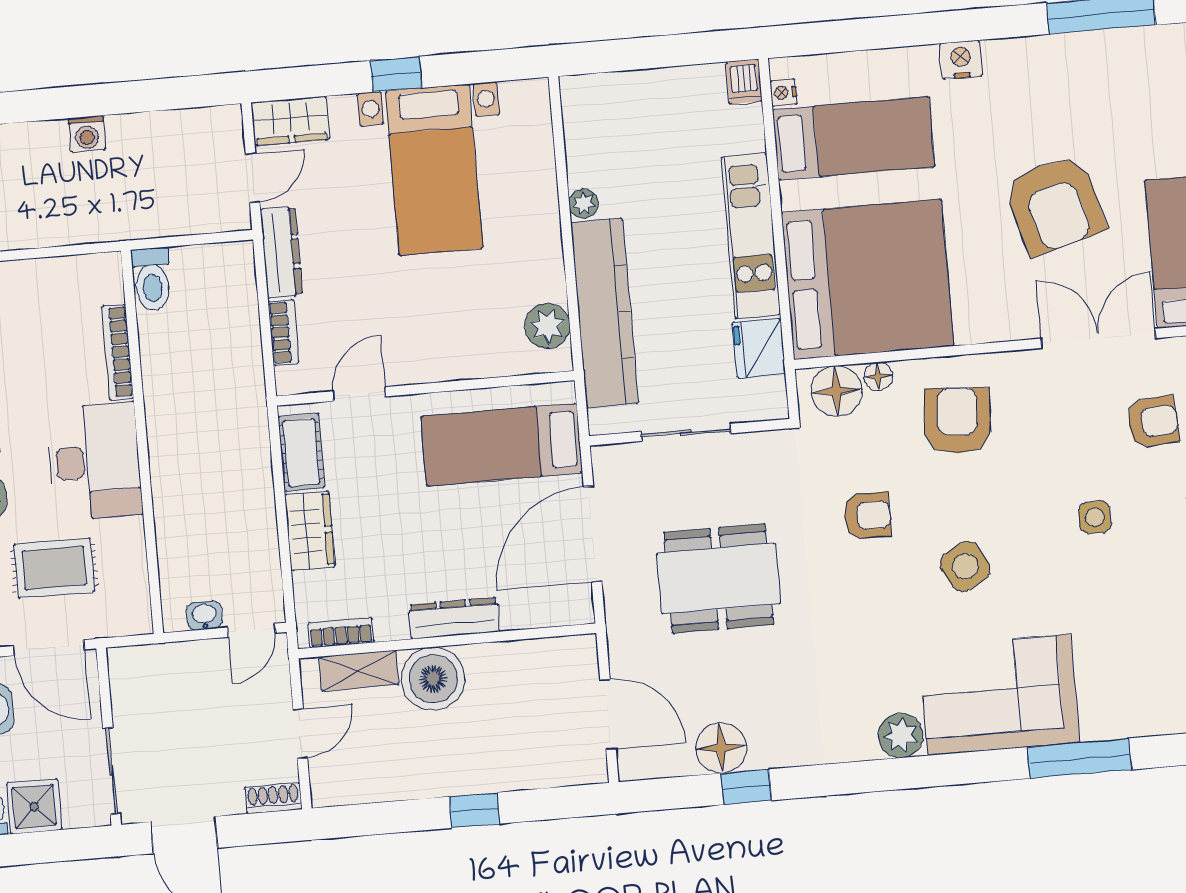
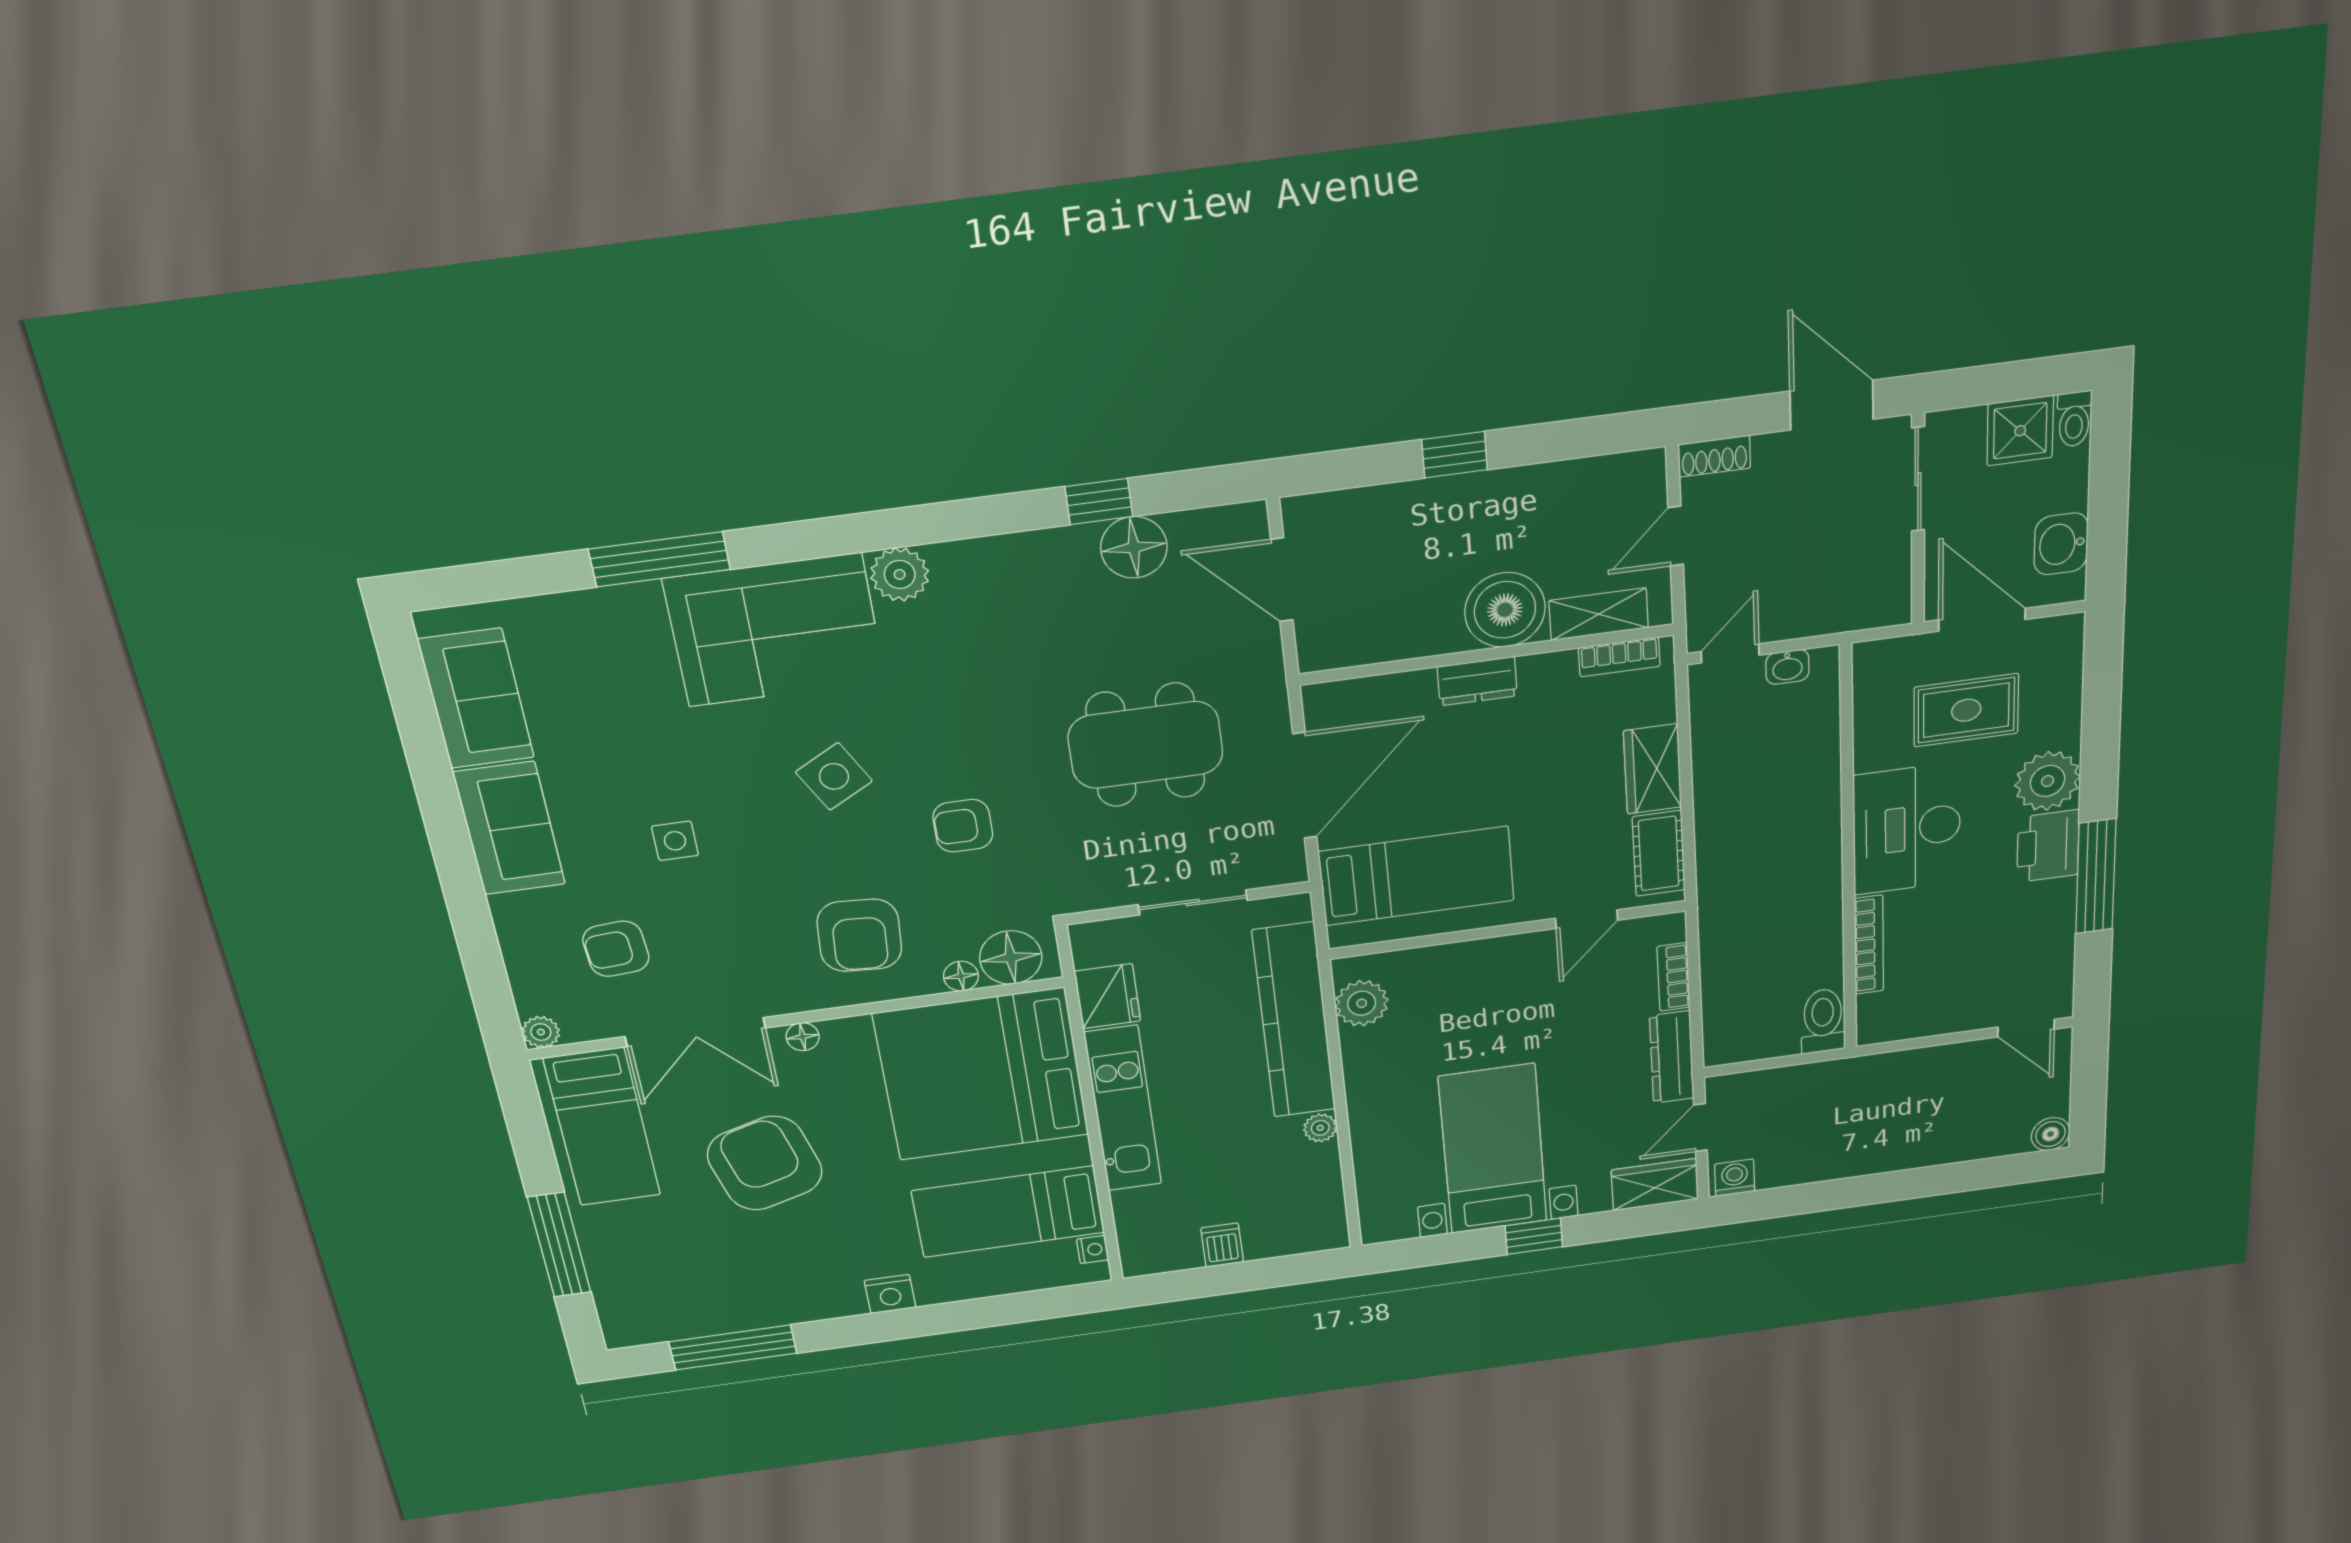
dishwasher: (744, 82) -> (1222, 1245), moved
washing machine: (87, 134) -> (1735, 1178), moved
floor lamp: (1012, 328) -> (803, 1037), added
dresser: (454, 618) -> (1477, 681), width x0.70

